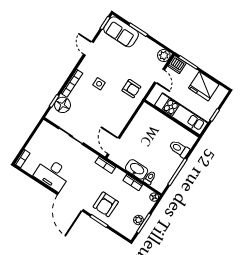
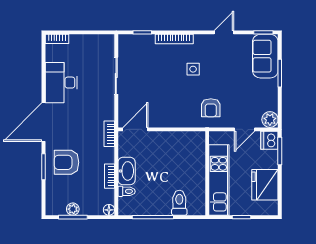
floor lamp: (63, 105) -> (144, 44), removed

